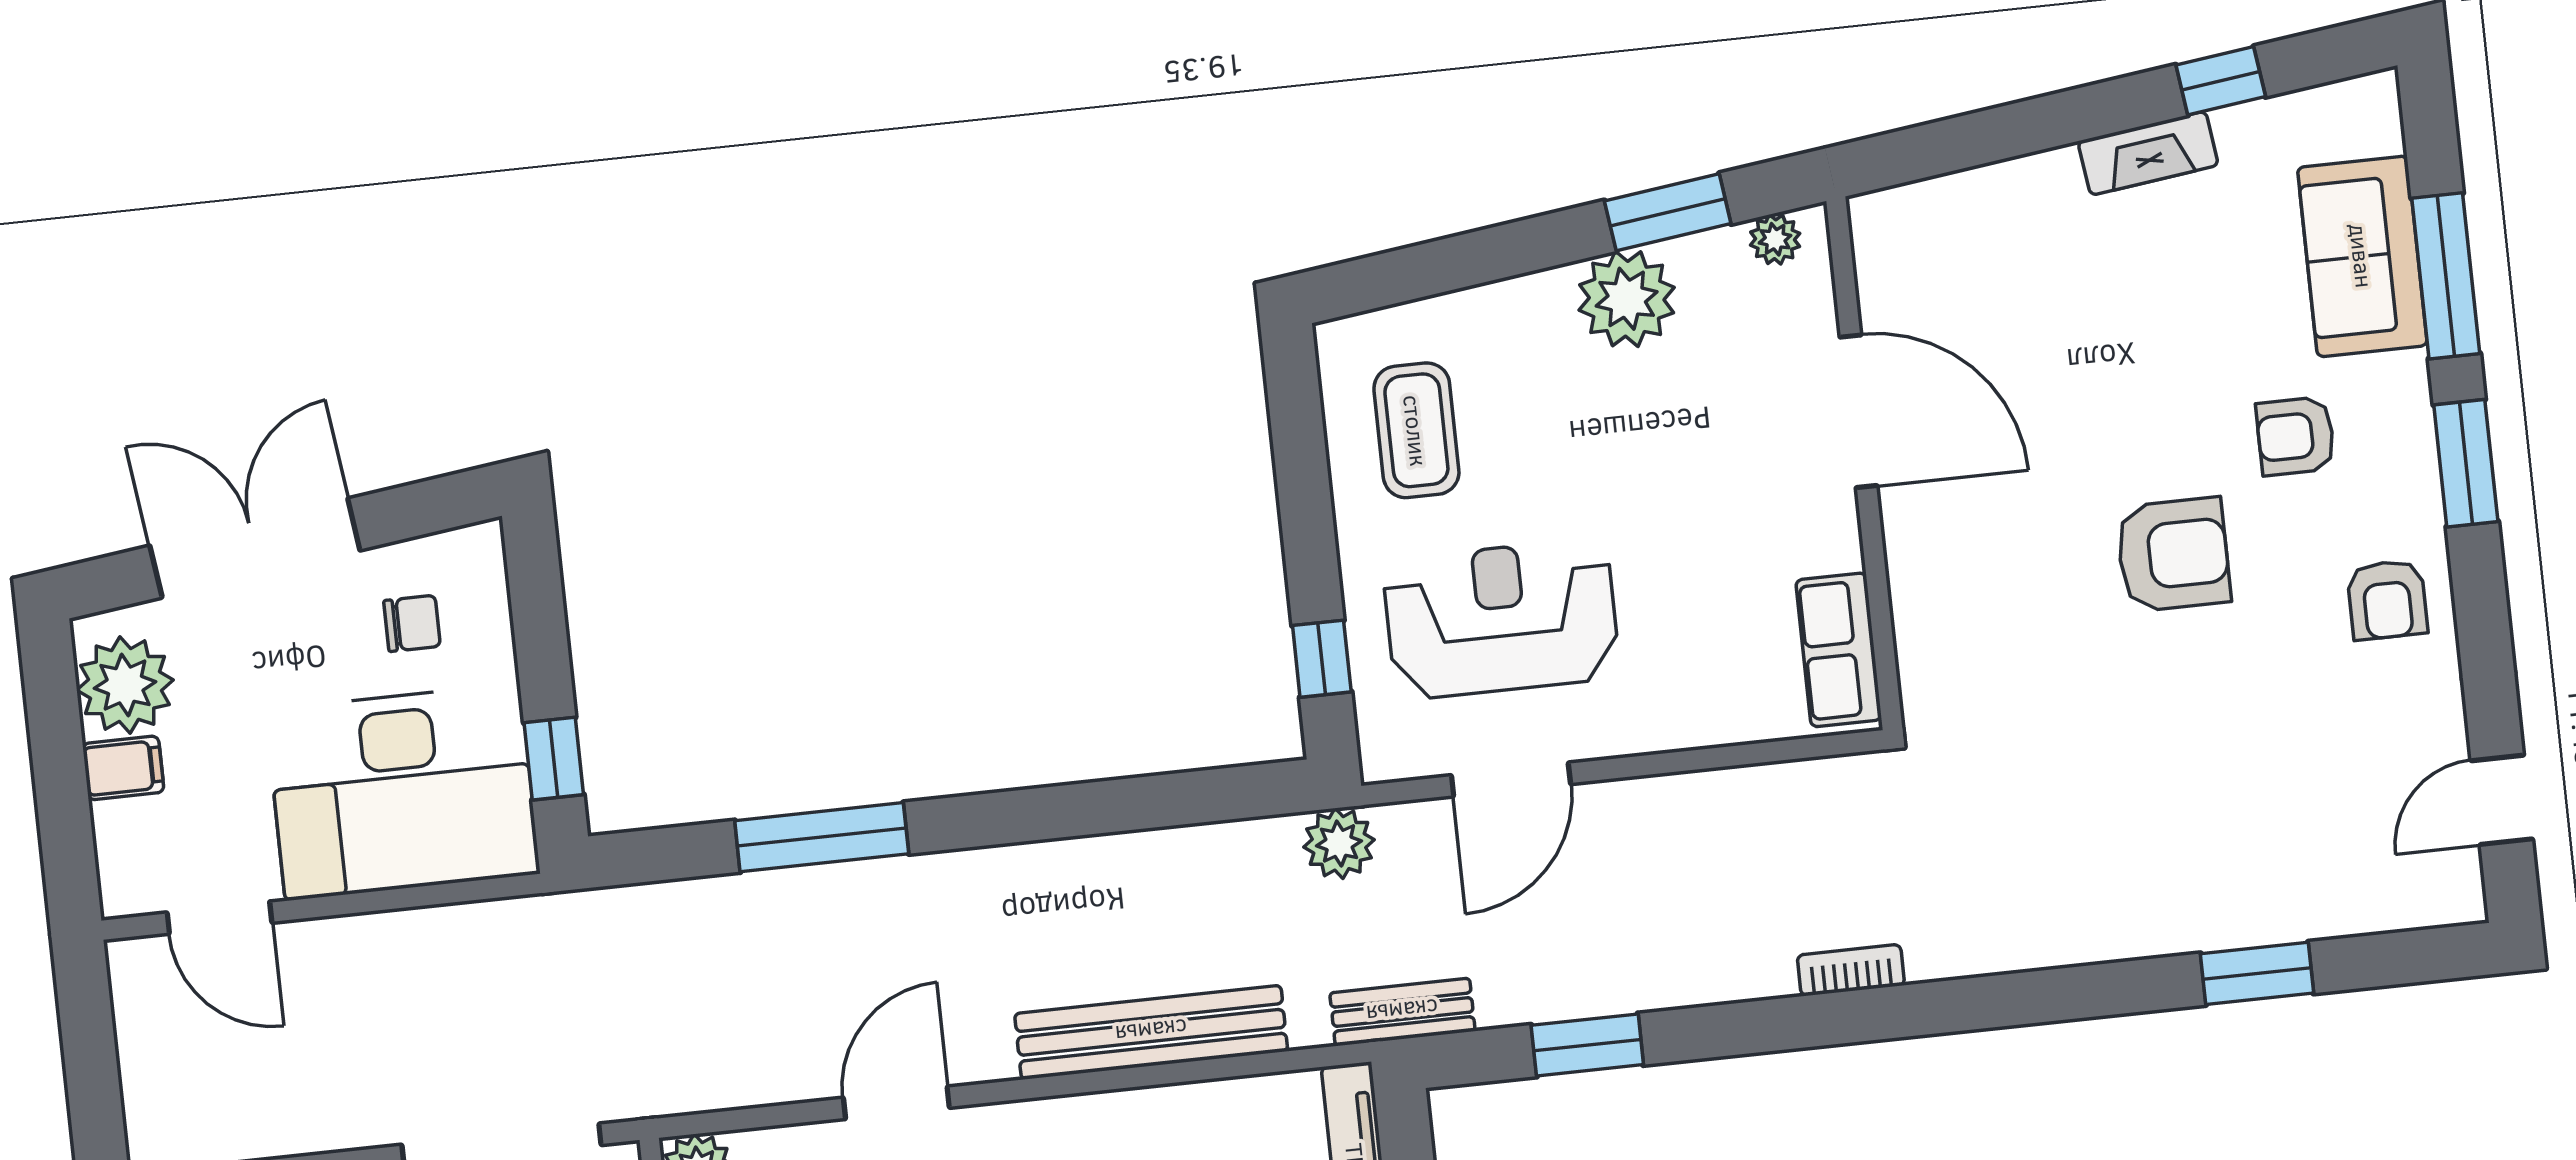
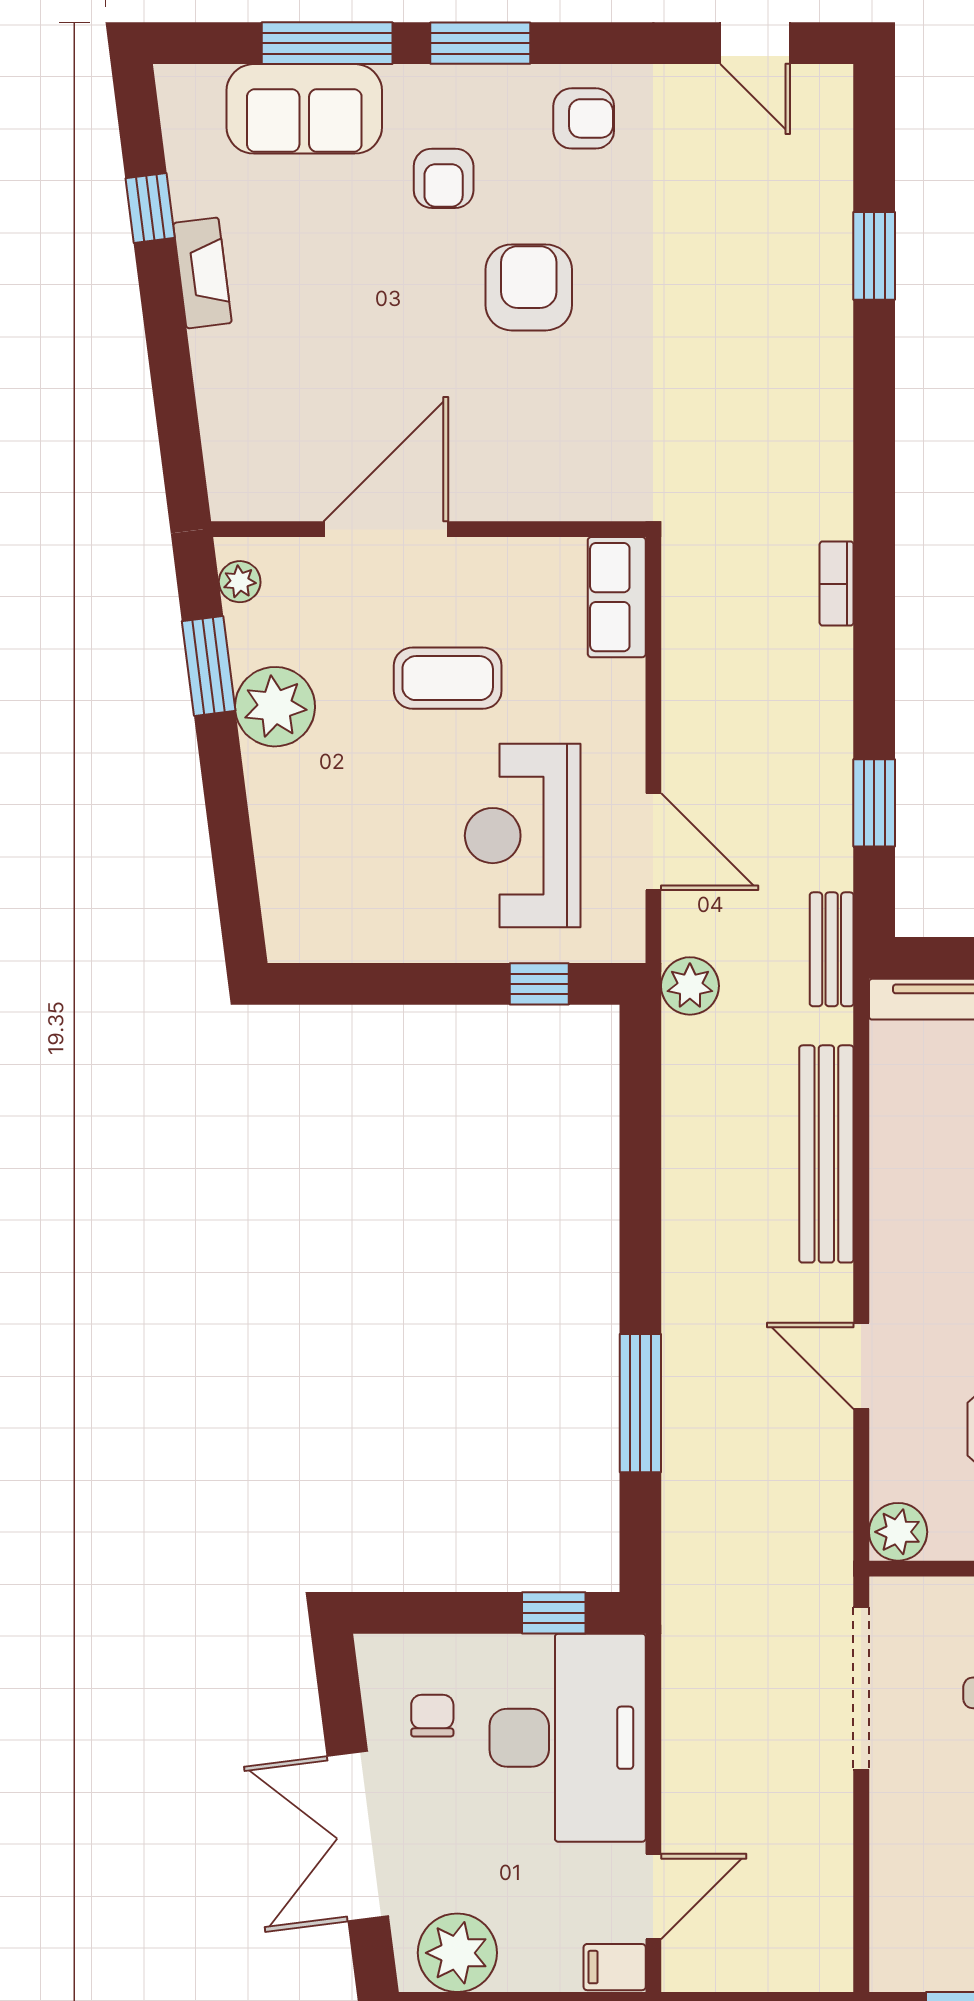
coffee table: (1416, 430) -> (448, 678), moved
row of seats: (1839, 650) -> (617, 597), moved, turned 90
filing cabinet: (123, 768) -> (615, 1967), moved, turned -90

